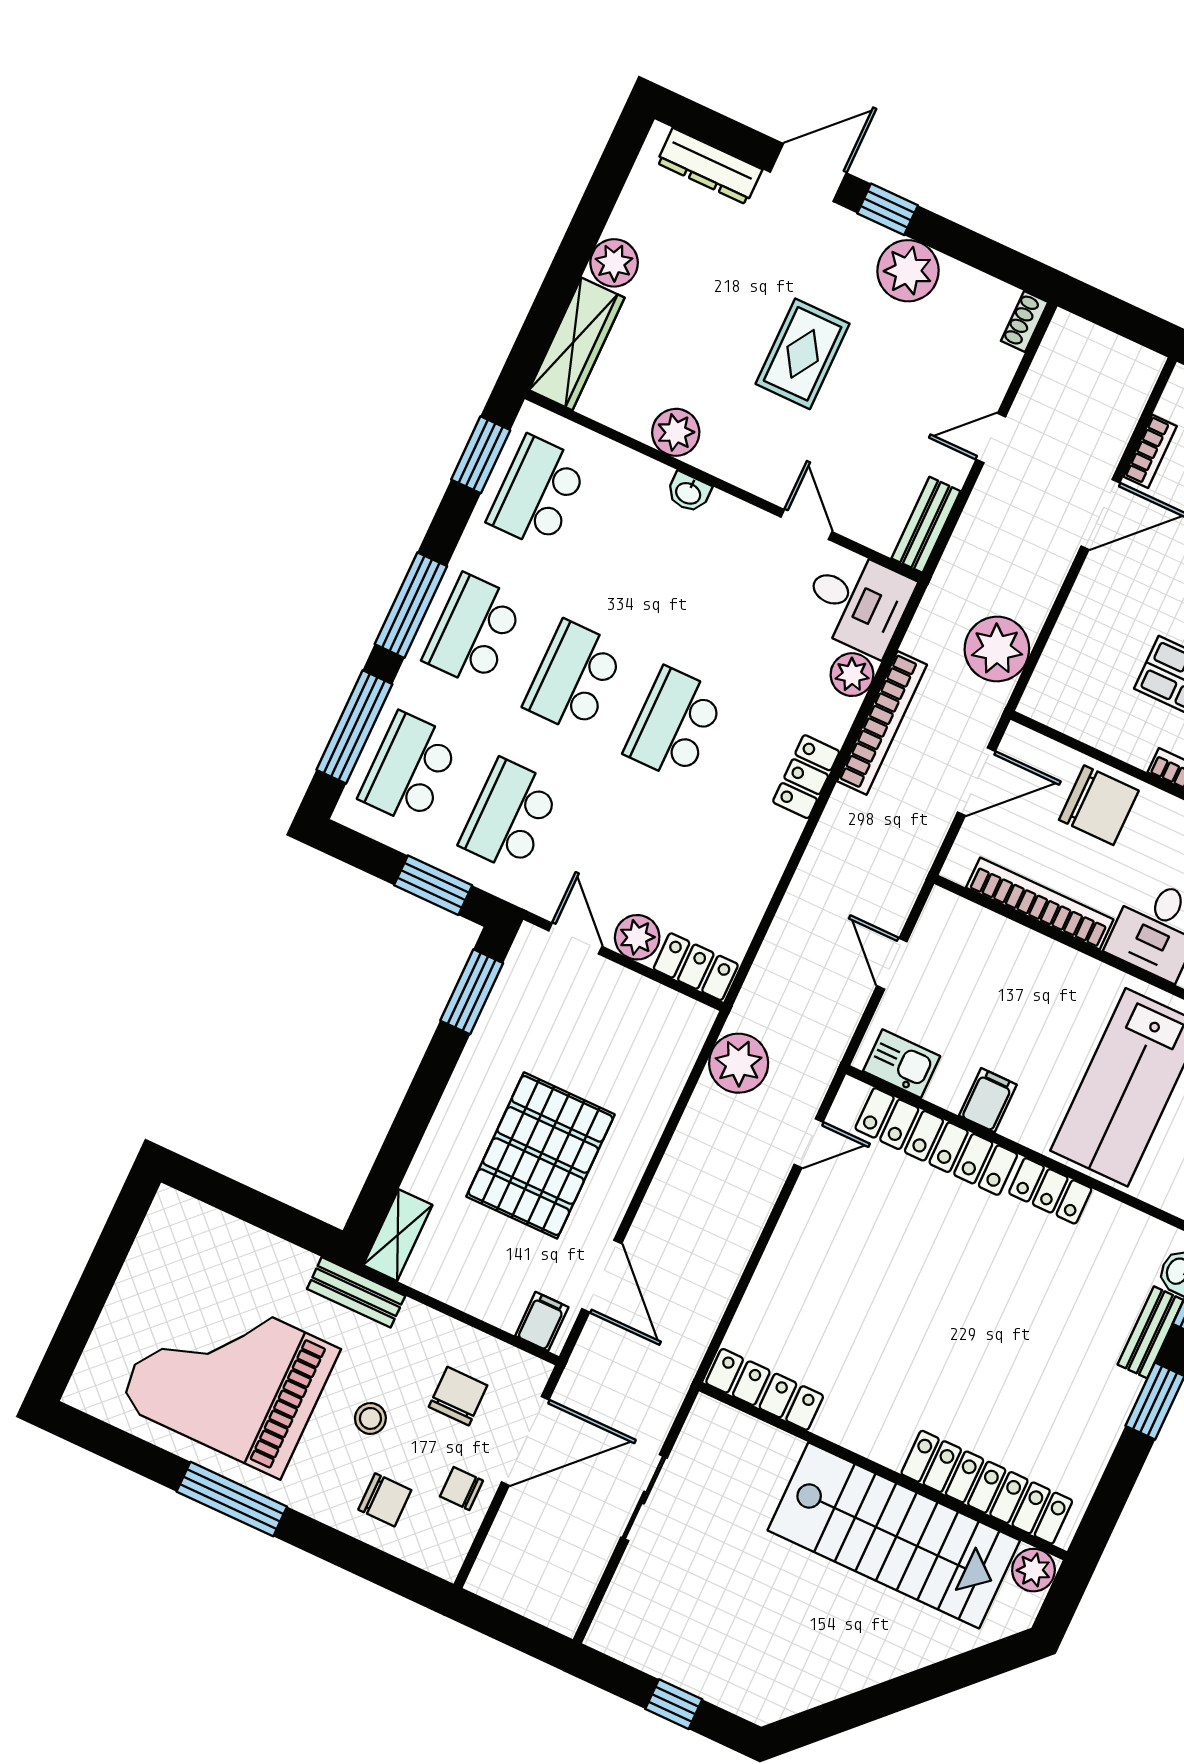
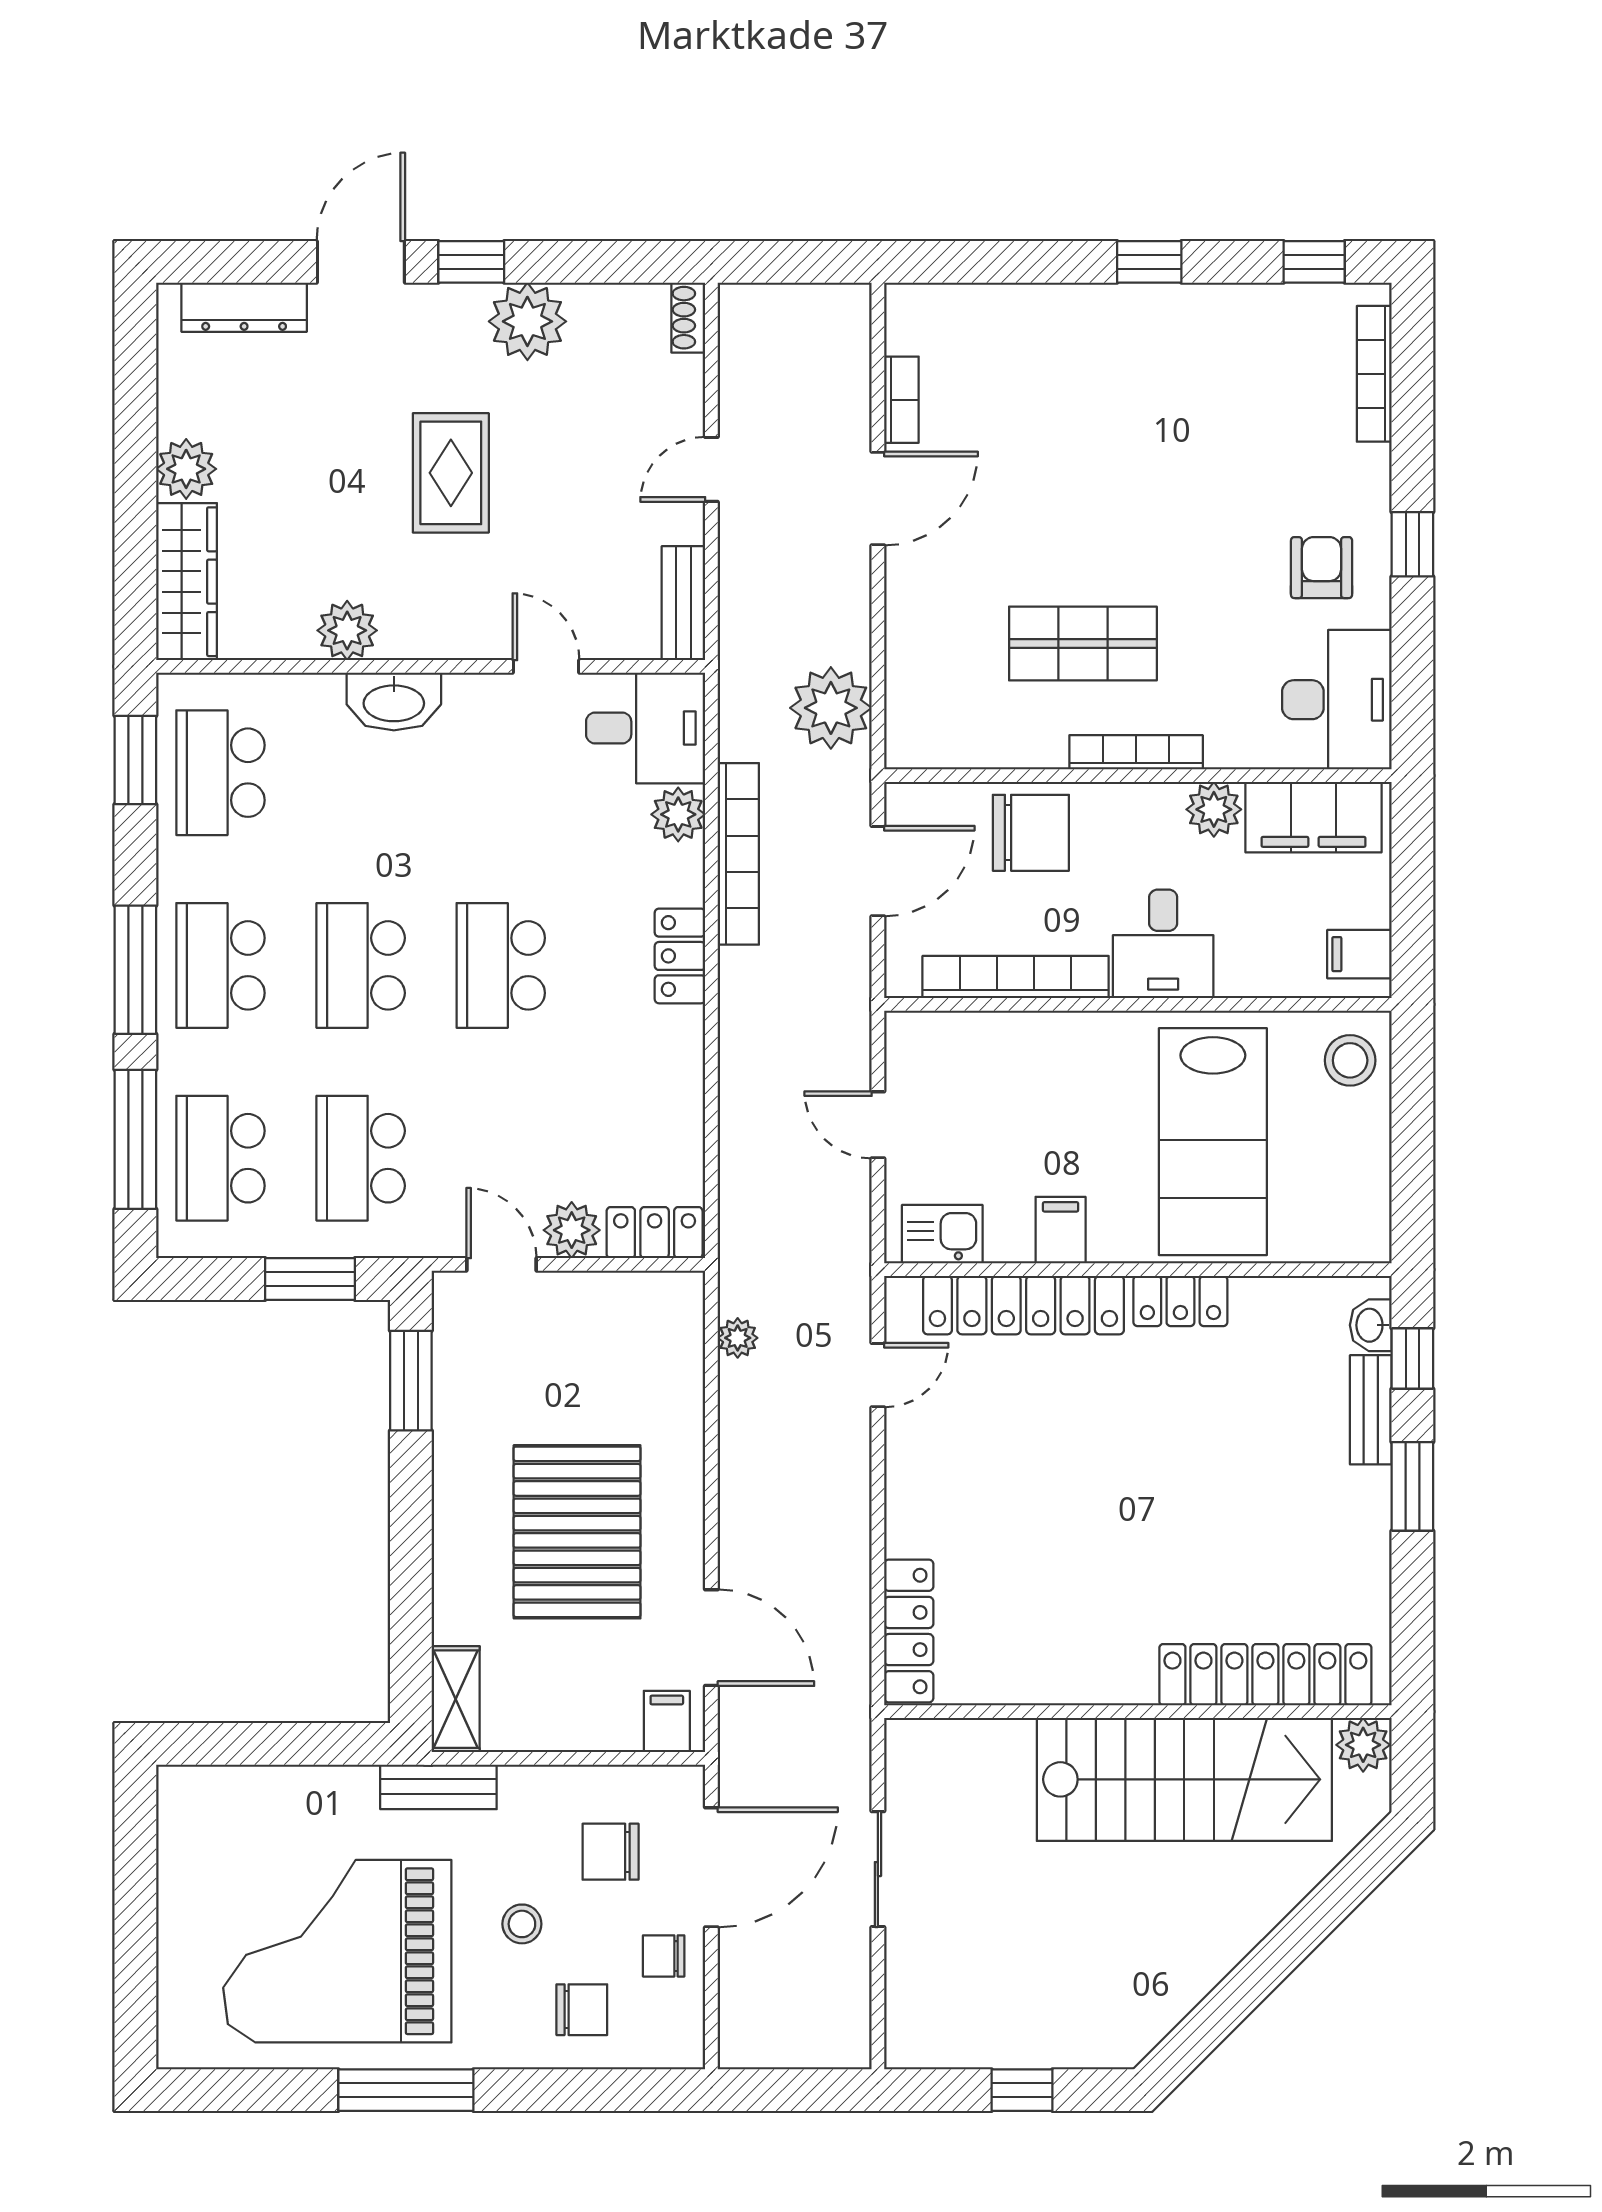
washbasin: (689, 493) -> (394, 702), width x1.91, depth x1.45
plant: (739, 1063) -> (738, 1338), width x0.53, depth x0.53
locker: (765, 1389) -> (909, 1631), moved, turned 90
chair: (458, 1396) -> (611, 1852), turned -90

